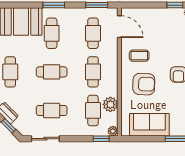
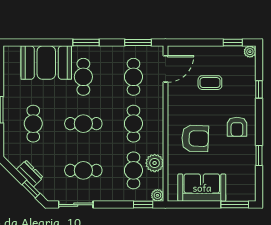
door: (119, 27) -> (165, 69), hinge flipped
coffee table: (139, 56) -> (210, 83), moved

